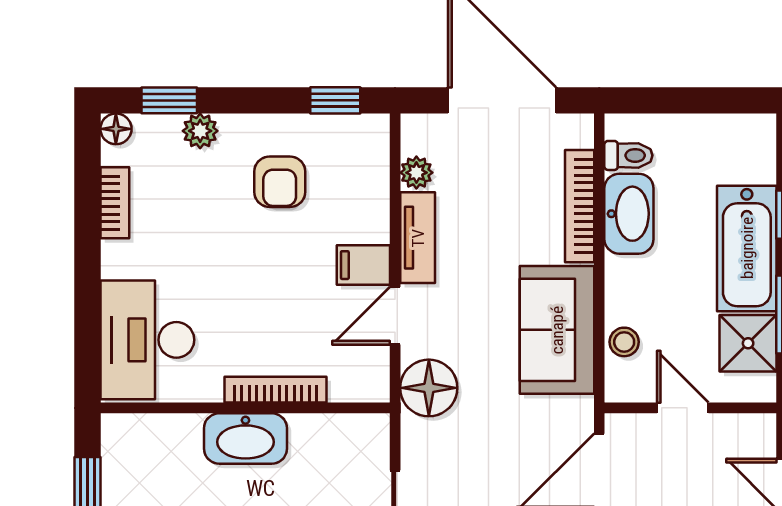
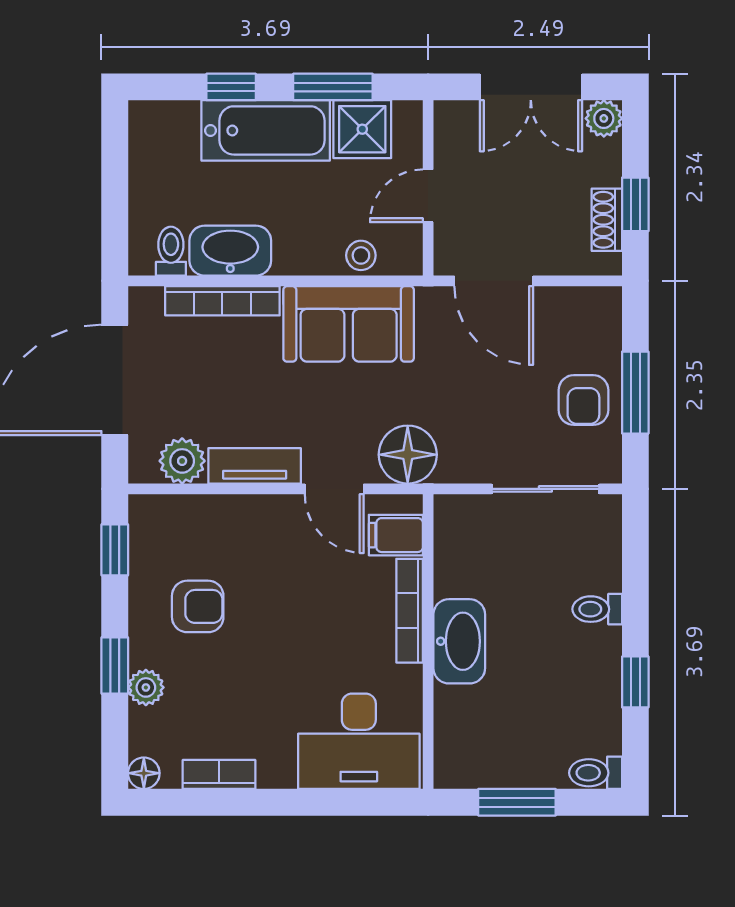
window: (169, 100) -> (115, 665), moved
plant: (416, 173) -> (182, 461), width x1.38, depth x1.38
filing cabinet: (363, 265) -> (396, 535), moved, turned 90

